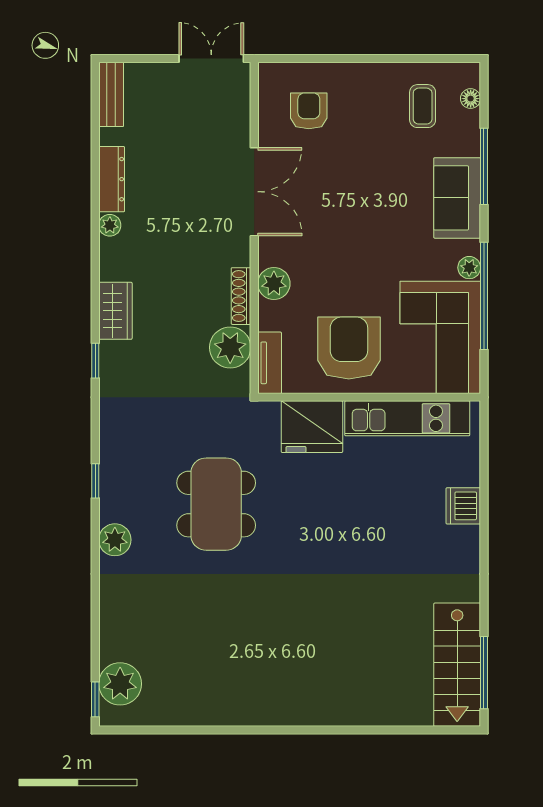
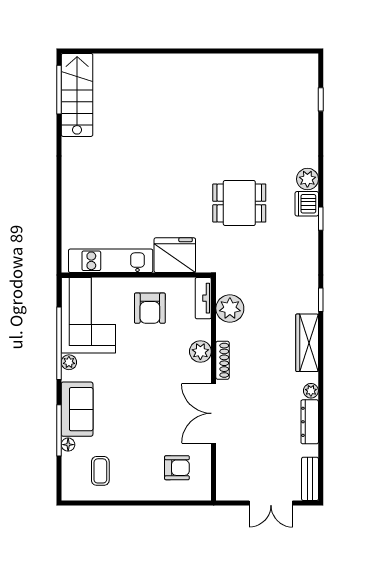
double door: (211, 59) -> (271, 503), moved
floor lamp: (471, 99) -> (68, 445), moved
armchair: (309, 111) -> (177, 468), turned -90
shoe rack: (241, 296) -> (223, 360), moved
wardrobe: (115, 311) -> (307, 343), width x1.50
armchair: (349, 348) -> (150, 308), width x0.73, depth x0.73
dining table: (216, 504) -> (239, 203), width x0.73
dishwasher: (463, 506) -> (307, 204), moved, turned 180
plant: (120, 684) -> (304, 82), removed
window: (95, 699) -> (321, 99), moved

